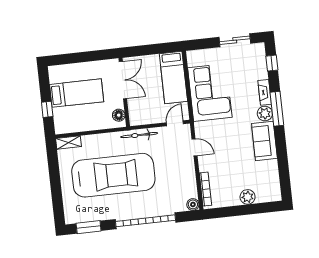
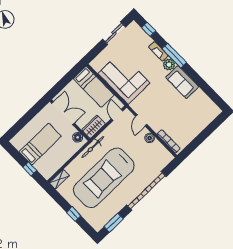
wardrobe: (142, 117) -> (94, 127), added
bicycle: (139, 135) -> (93, 147), moved
door: (195, 147) -> (141, 120), swing flipped
car: (113, 175) -> (104, 178), turned 180
window: (56, 188) -> (74, 214), added
plant: (248, 197) -> (199, 126), removed
boiler: (193, 204) -> (150, 138), moved

